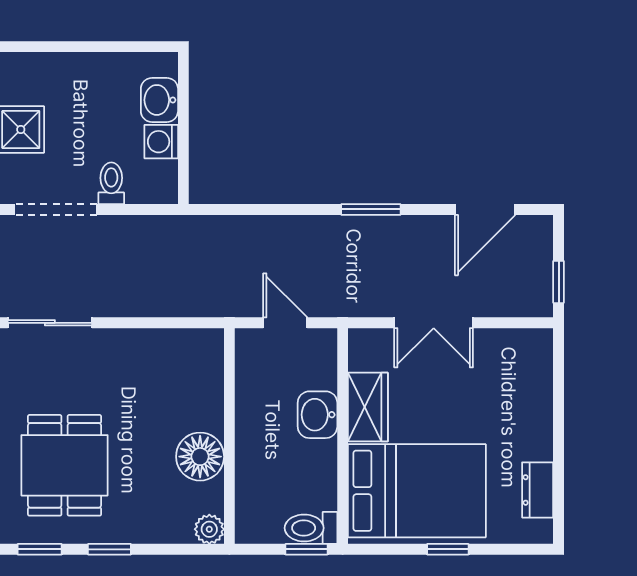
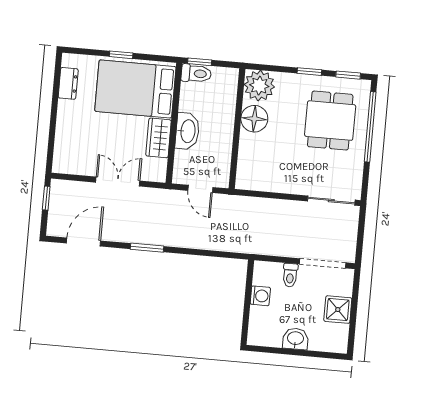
washbasin: (159, 100) -> (295, 339), moved, turned -90
washbasin: (317, 415) -> (187, 131), width x1.38
plant: (209, 529) -> (259, 86), width x1.87, depth x1.87

